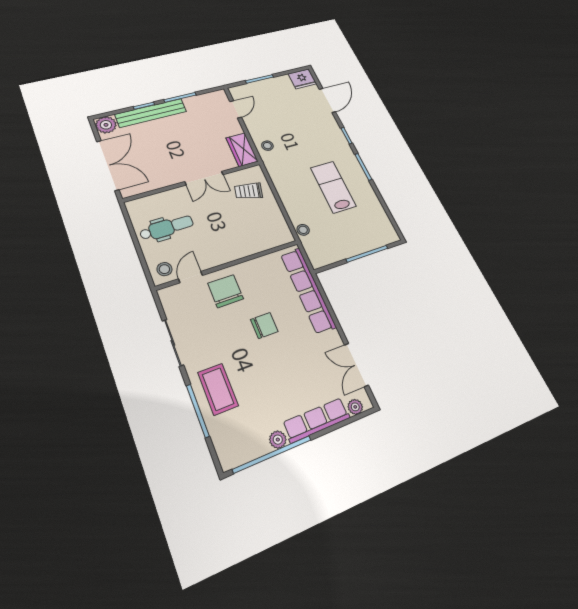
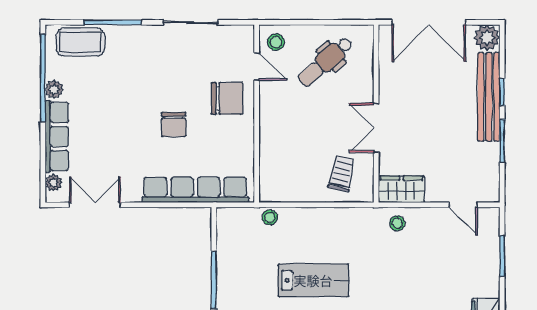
dental chair: (167, 228) -> (325, 62), turned 49
coffee table: (218, 389) -> (80, 42), moved

